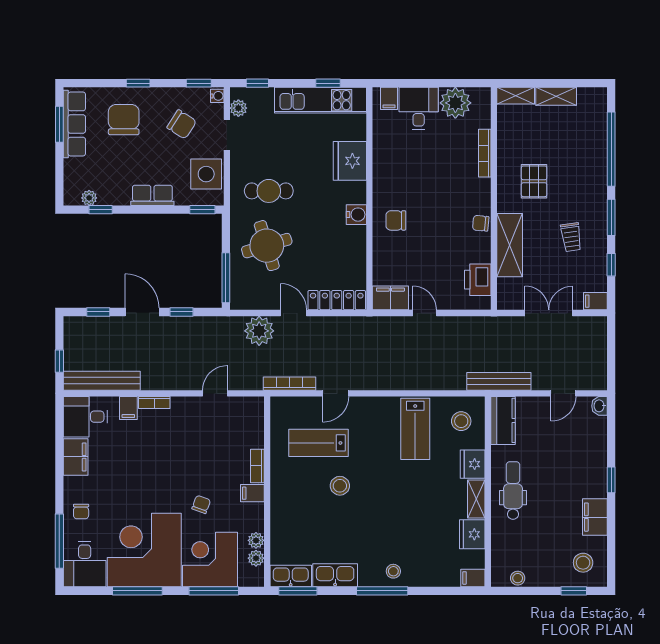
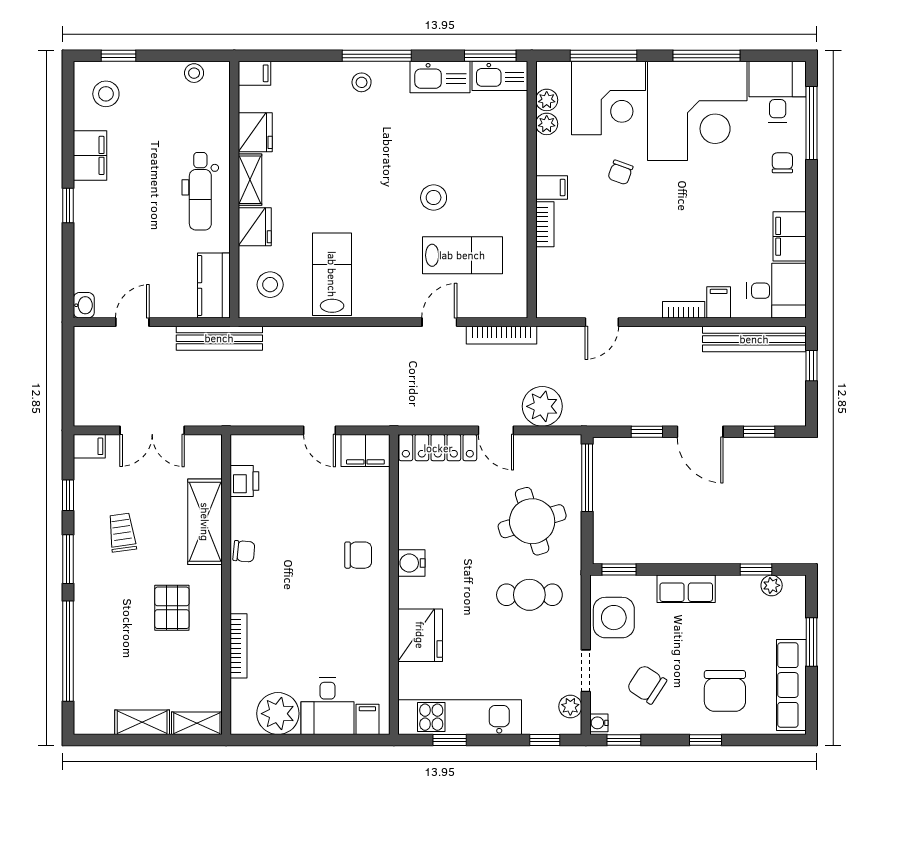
window: (59, 124) -> (812, 642), moved
printer: (478, 280) -> (244, 481), width x0.73, depth x0.81

